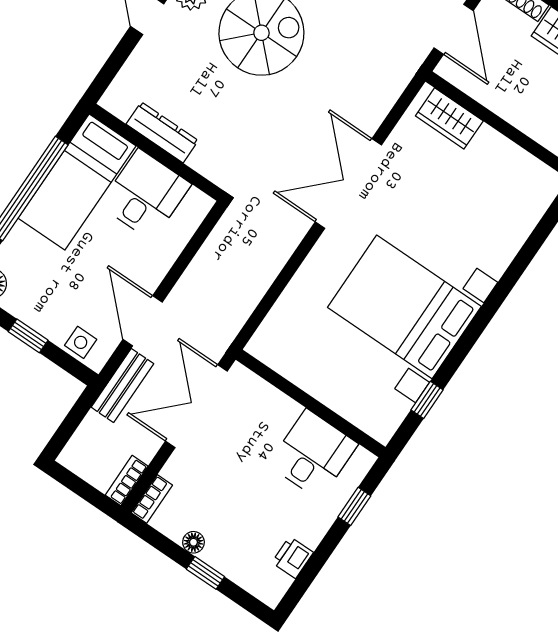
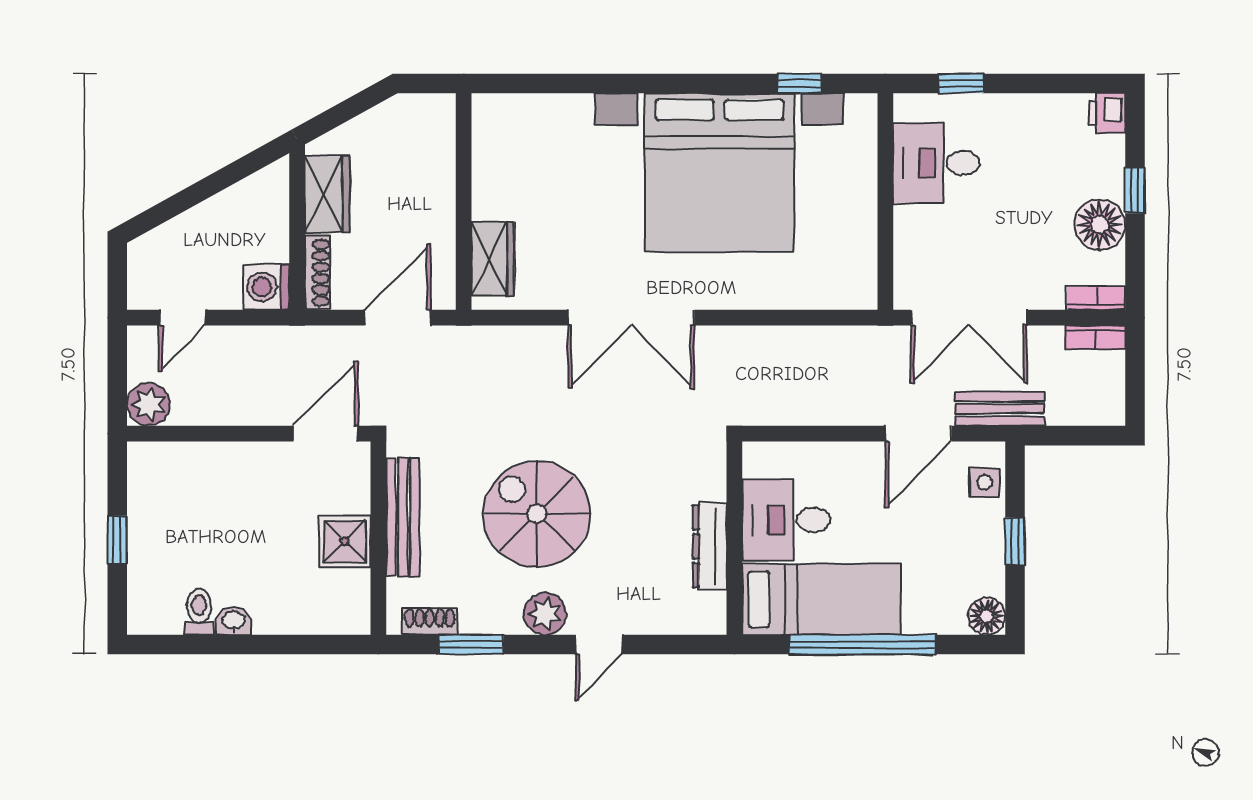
bed with nightstands: (404, 307) -> (719, 173), width x1.36
floor lamp: (193, 542) -> (1100, 225), width x1.89, depth x1.89
printer: (293, 557) -> (1107, 113), moved, turned 90

